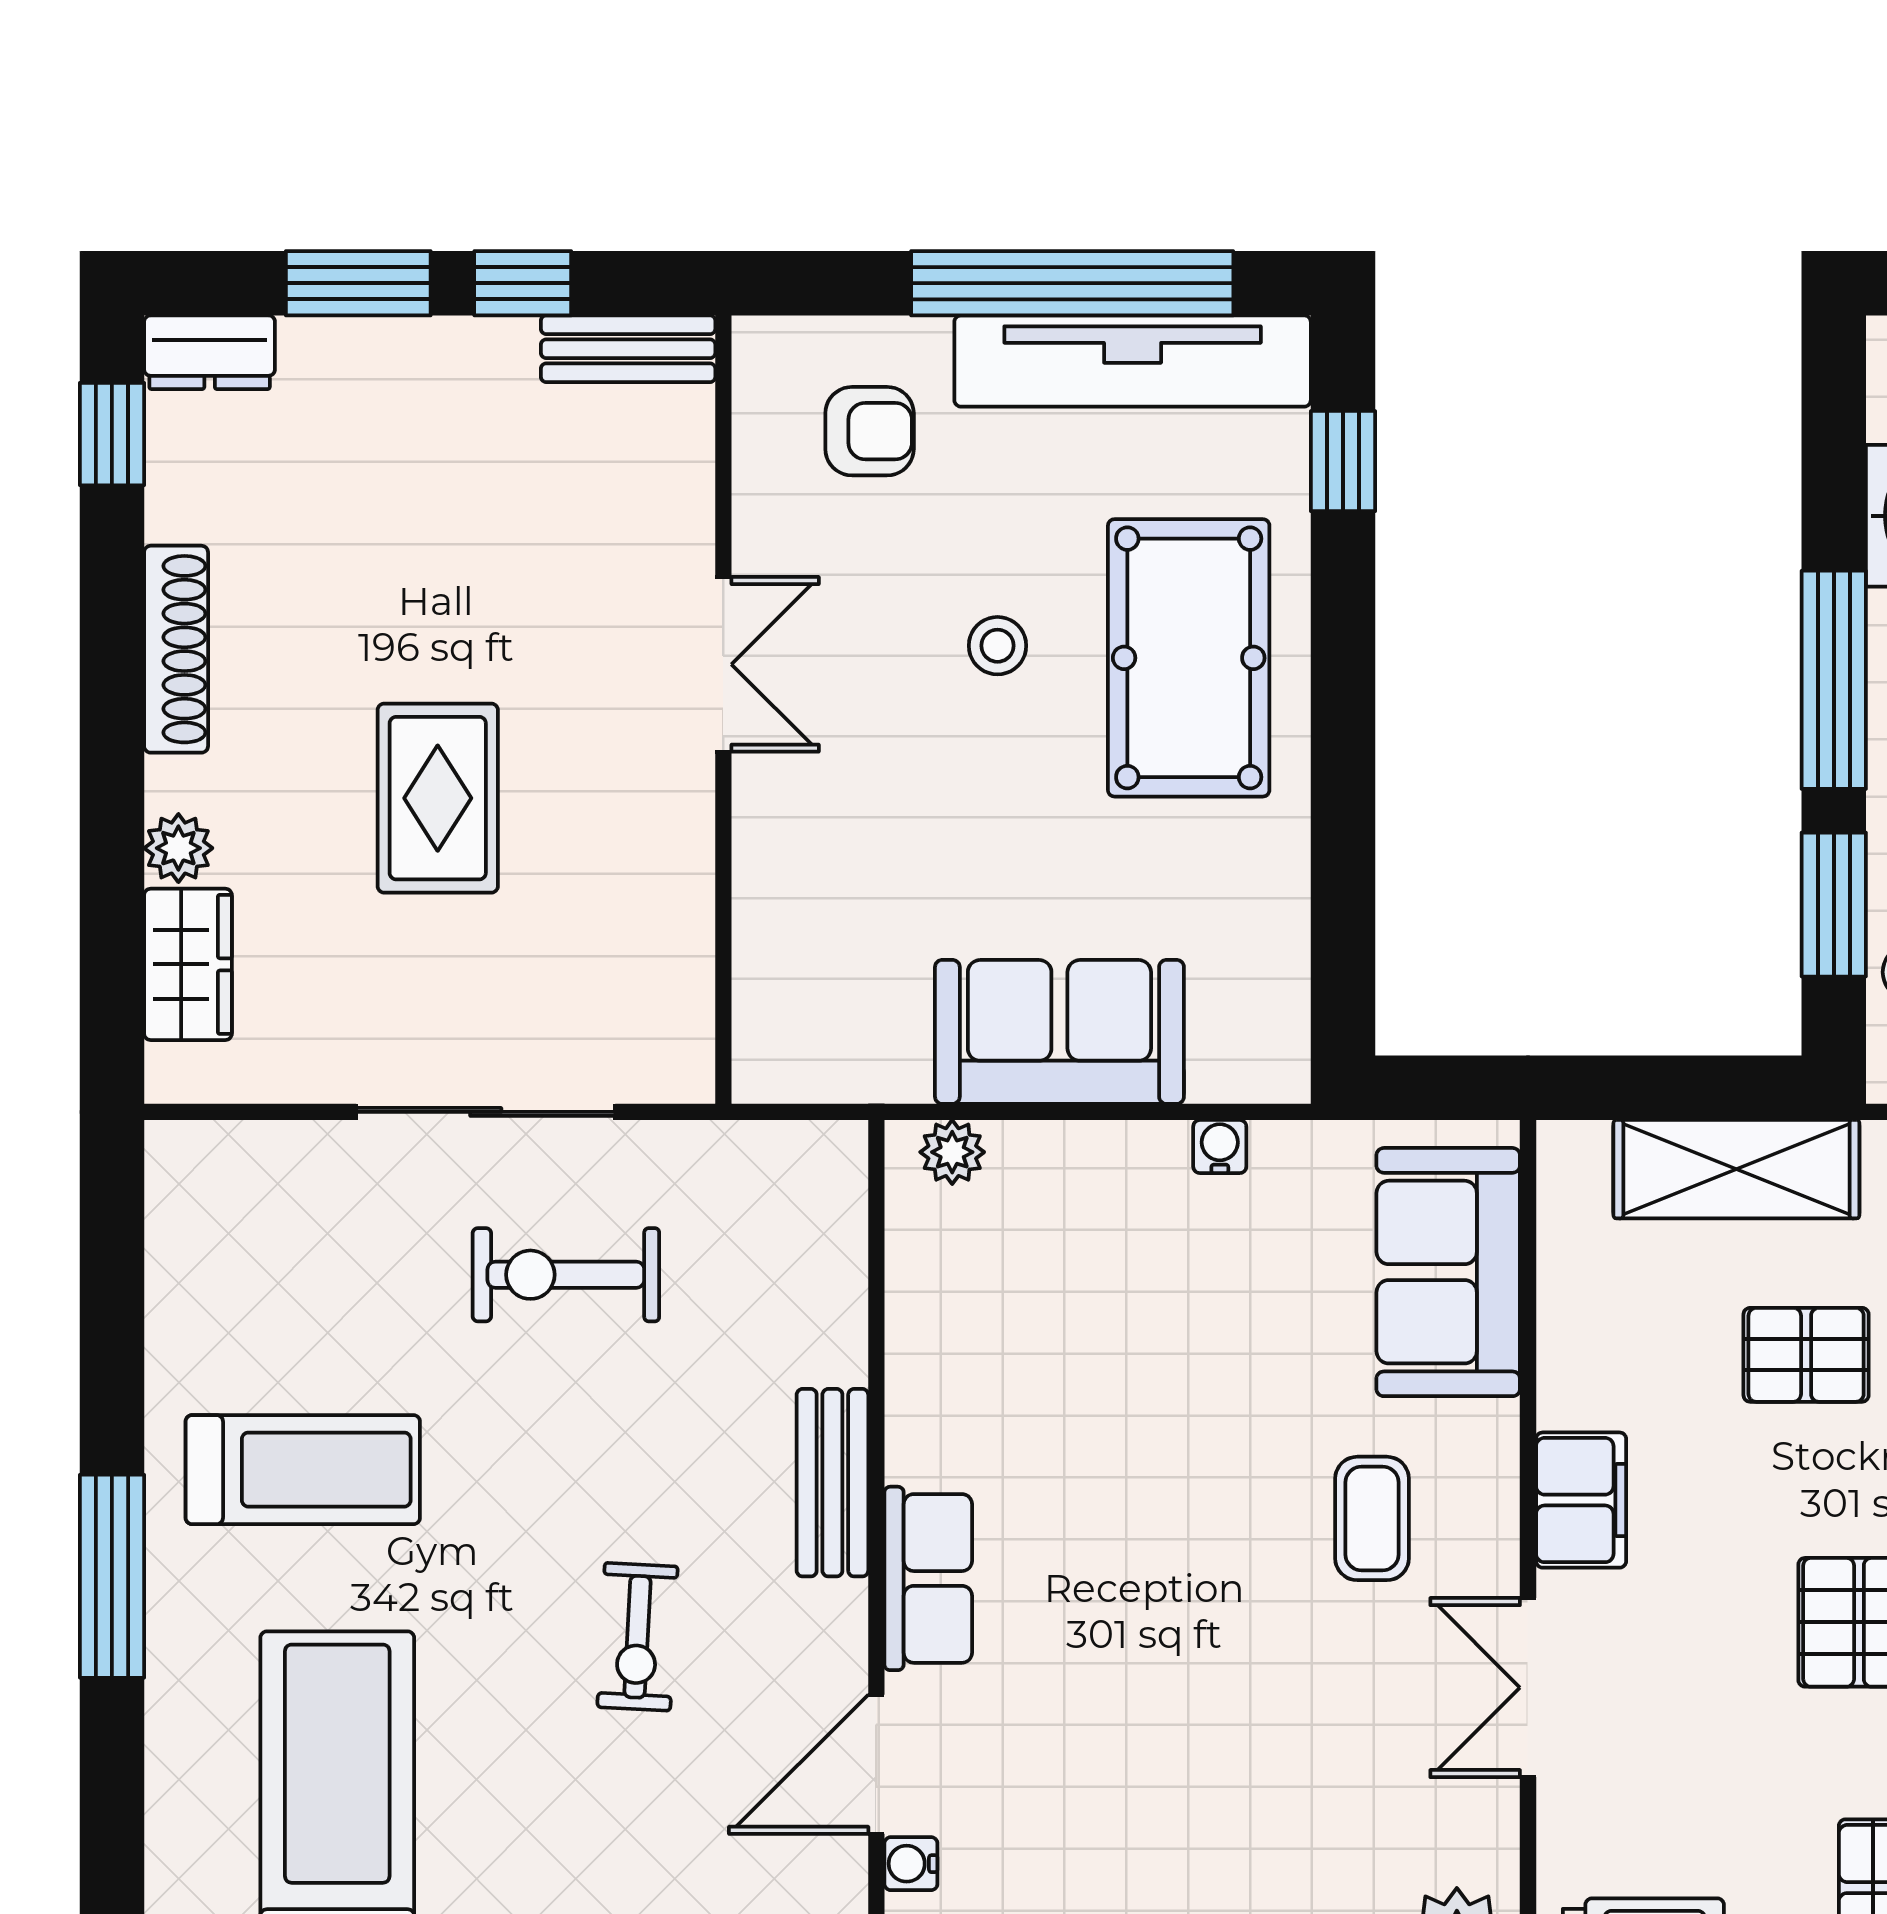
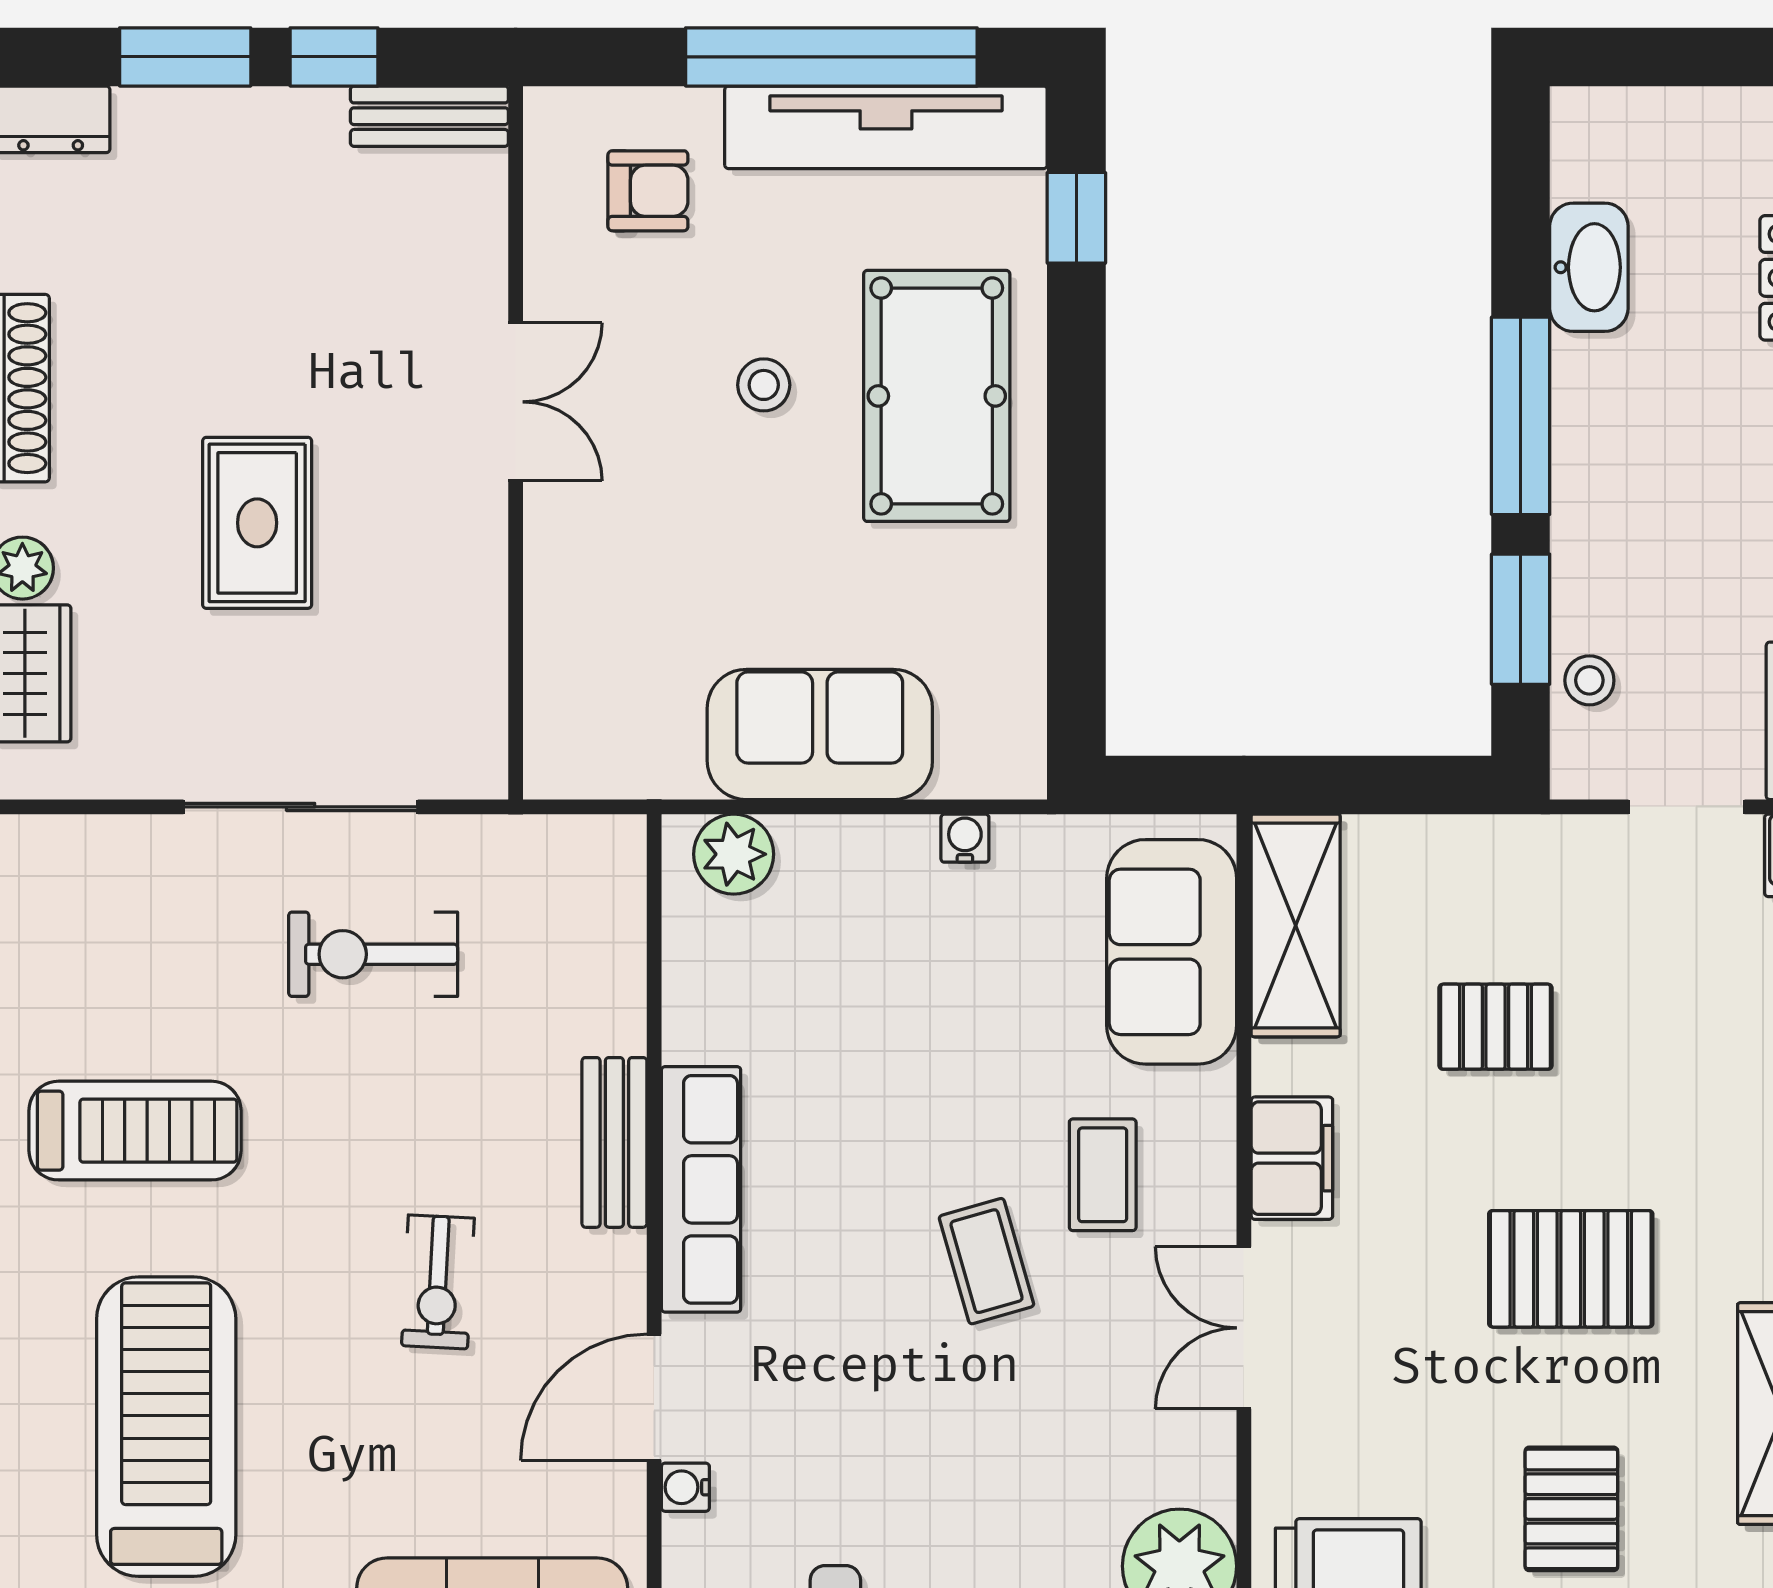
plant: (952, 1152) -> (734, 854), width x1.38, depth x1.38
shelving: (1736, 1169) -> (1296, 925), moved, turned 90
row of seats: (928, 1578) -> (701, 1189), width x1.48
coffee table: (1244, 1614) -> (987, 1261), added

